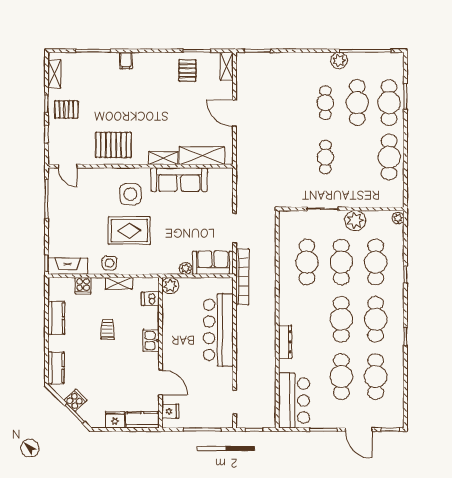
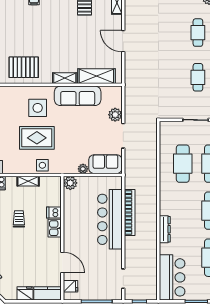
plant: (225, 203) -> (115, 115), added
side table: (109, 263) -> (42, 165), moved
bookcase: (242, 277) -> (130, 213), moved
dishwasher: (150, 299) -> (54, 213), moved

